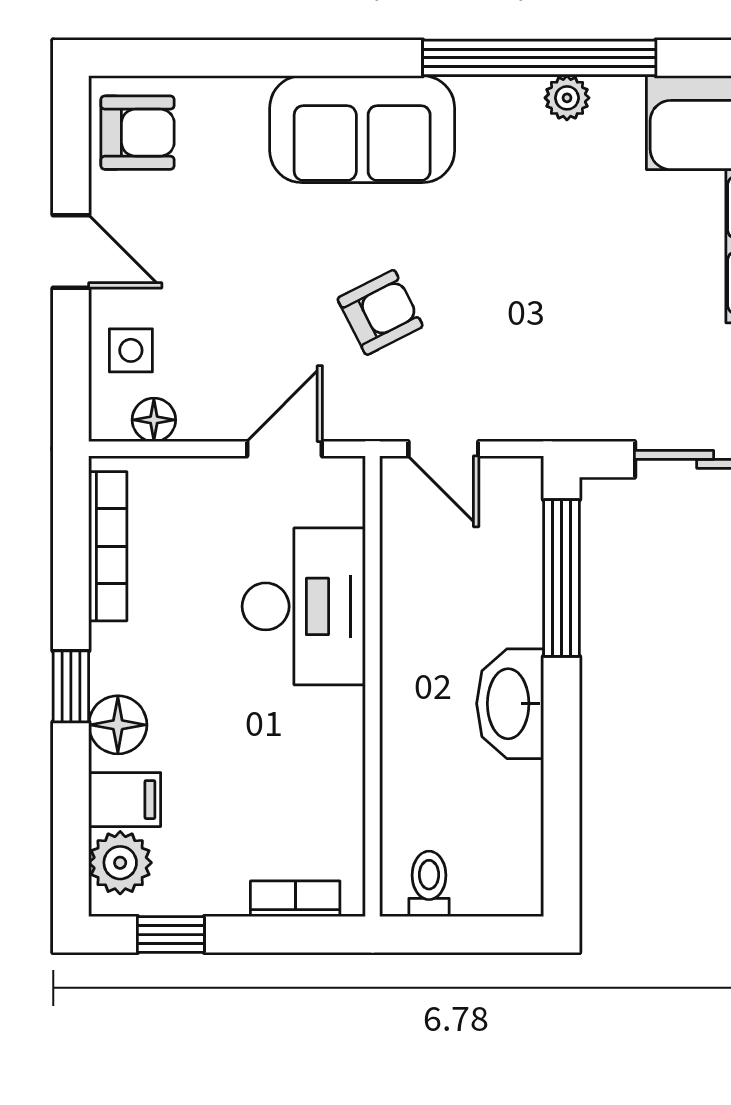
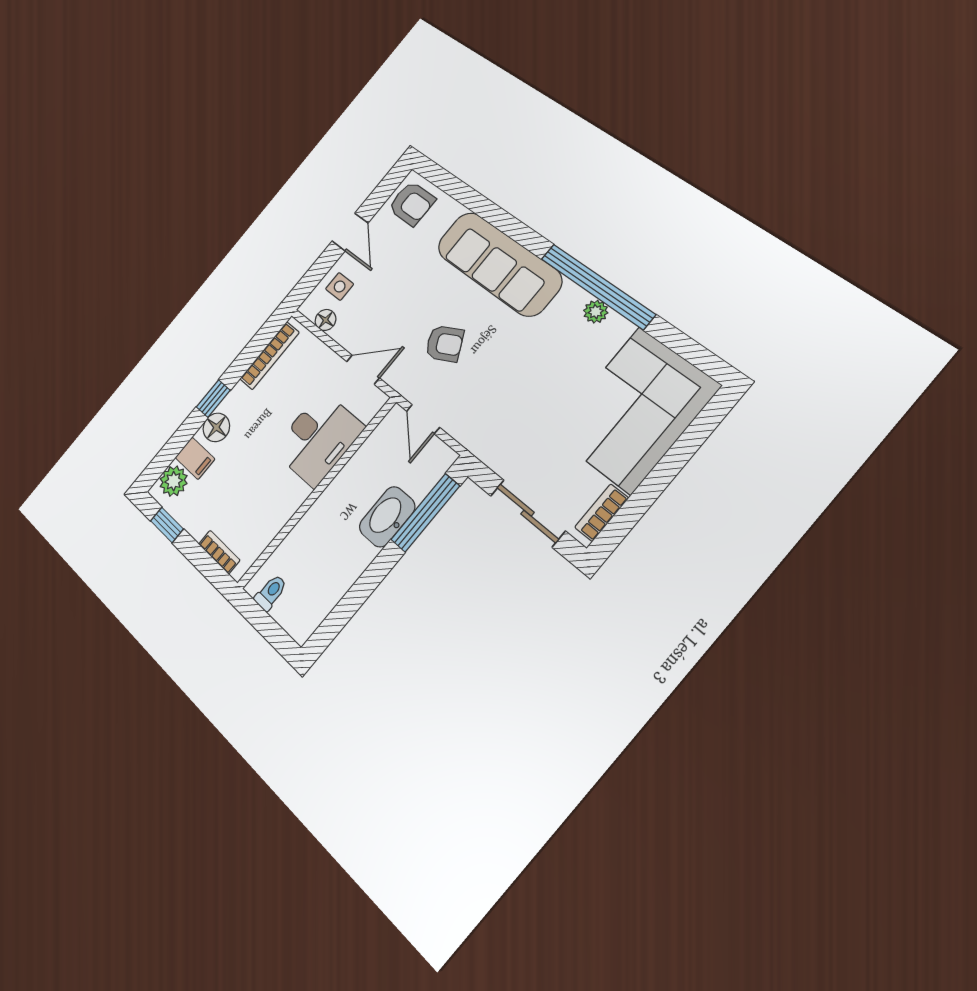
sofa: (362, 129) -> (499, 264), width x1.36
washbasin: (510, 704) -> (387, 517), moved

